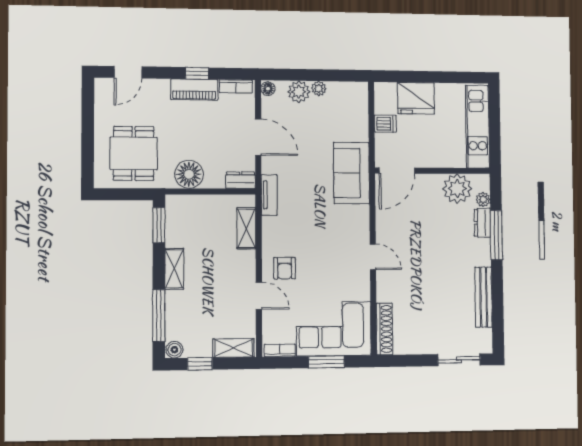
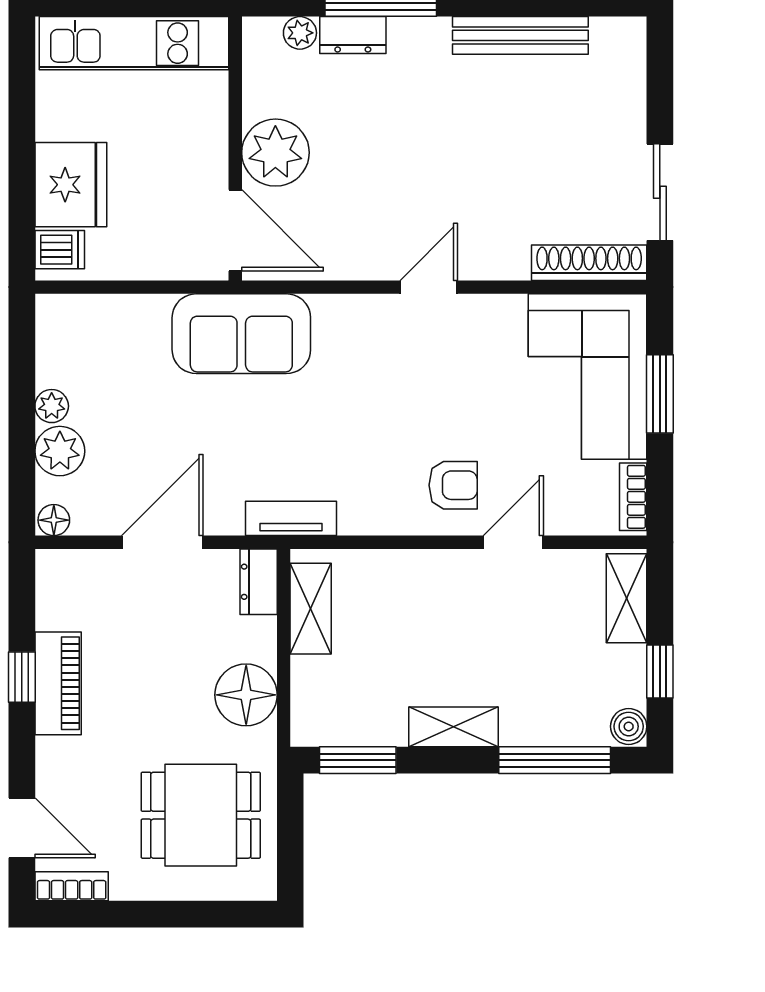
bookcase: (236, 86) -> (72, 886), moved, turned -90
dishwasher: (385, 124) -> (60, 250), moved, turned 90
plant: (457, 189) -> (275, 153), moved
shelving: (246, 228) -> (311, 609), moved, turned 90
sliding door: (459, 360) -> (660, 192), moved

